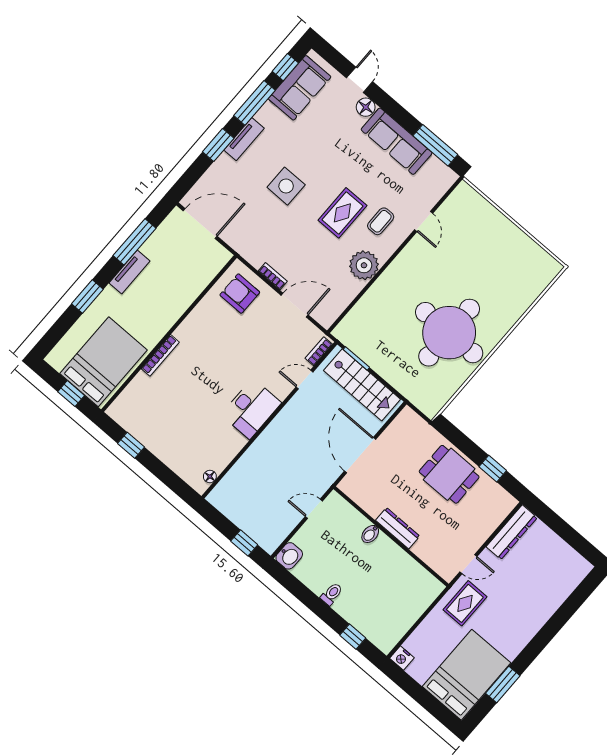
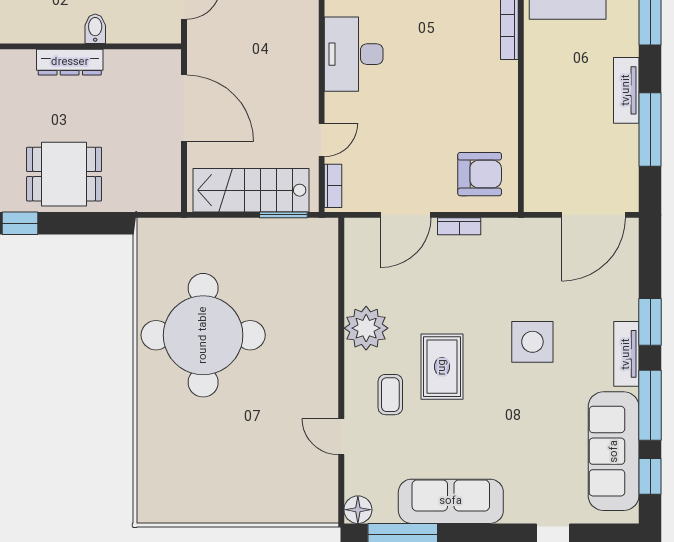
sofa: (300, 88) -> (614, 451), width x1.36
floor lamp: (366, 107) -> (358, 510), moved

